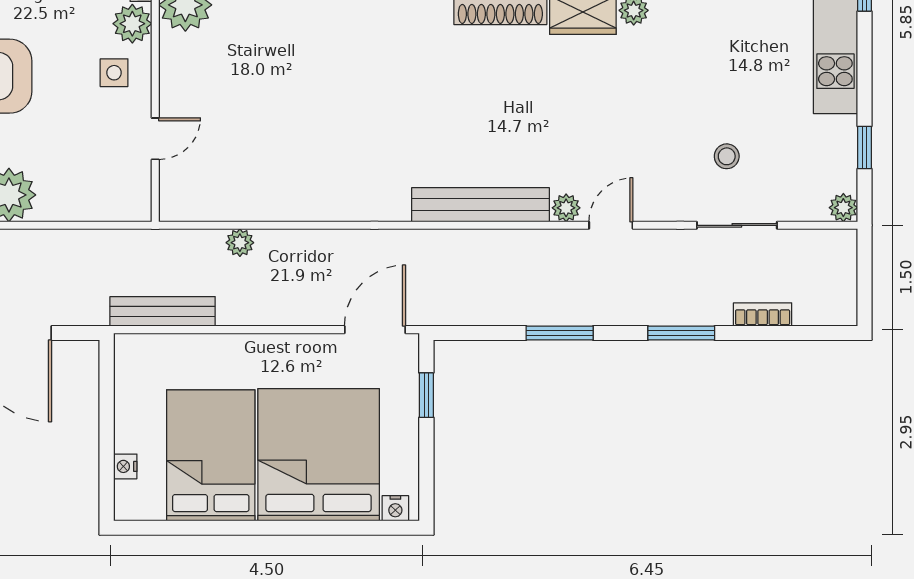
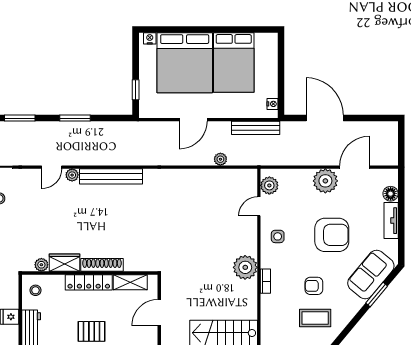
plant: (132, 24) -> (269, 185), moved
door: (375, 330) -> (193, 120), moved
nightstand: (125, 466) -> (273, 104), moved

